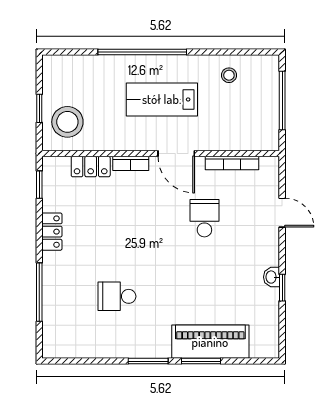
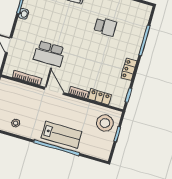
lab bench: (162, 99) -> (62, 135), moved
school desk: (204, 218) -> (49, 54), width x1.85

